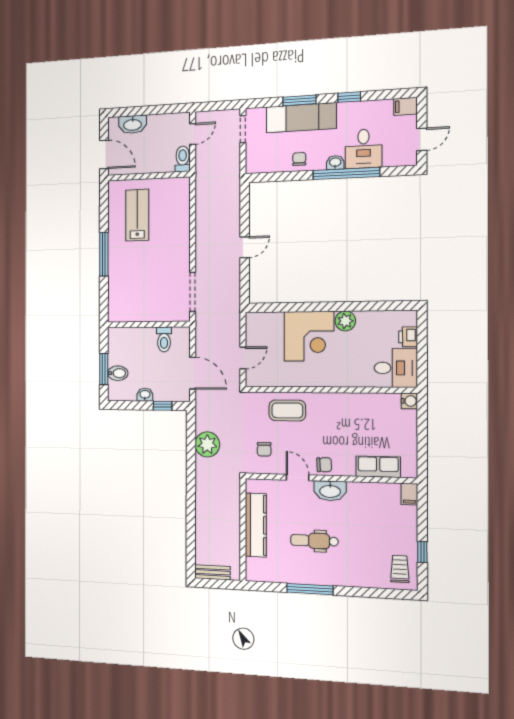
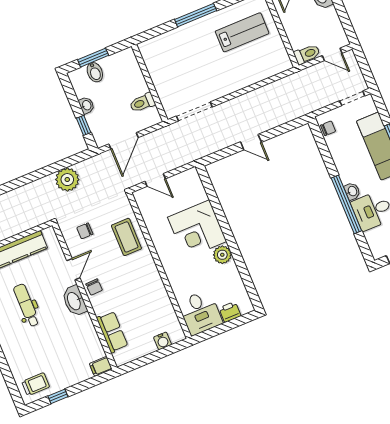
chair: (299, 159) -> (328, 128), moved
water cooler: (409, 401) -> (163, 341), moved

